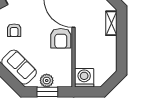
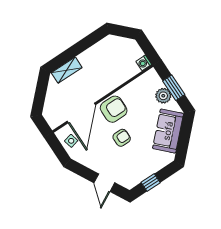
armchair: (14, 30) -> (122, 138), moved
washing machine: (84, 78) -> (144, 63), width x0.53, depth x0.53

